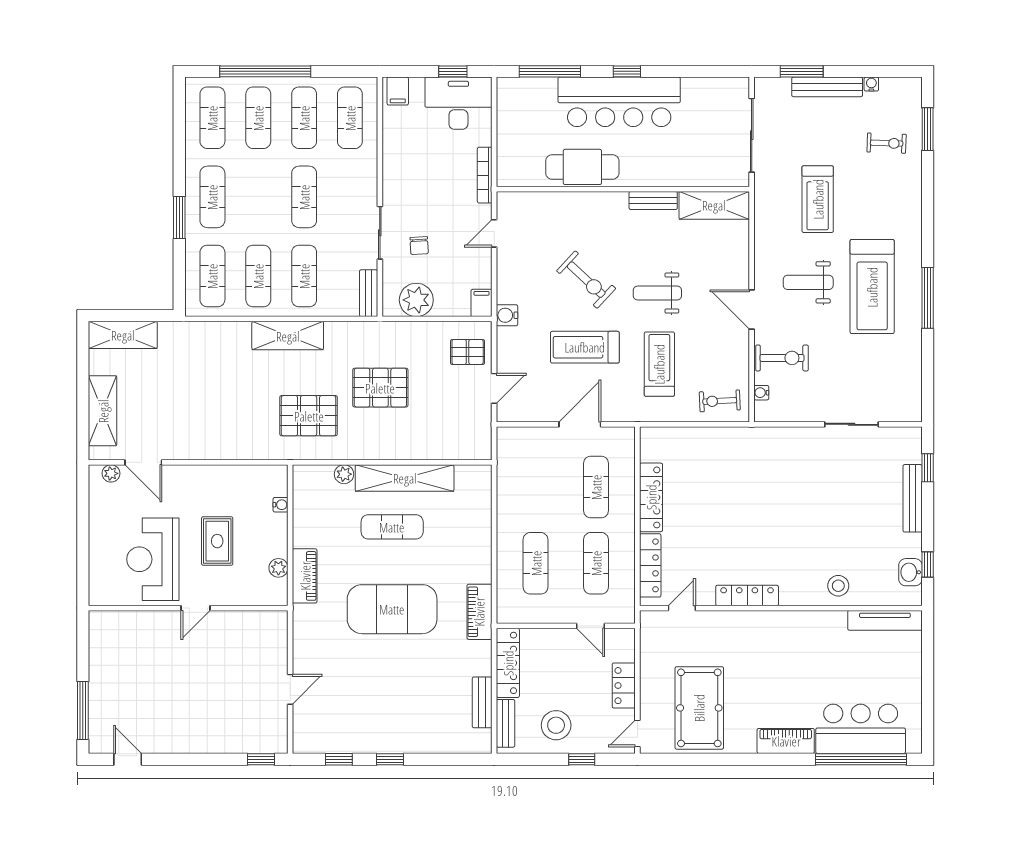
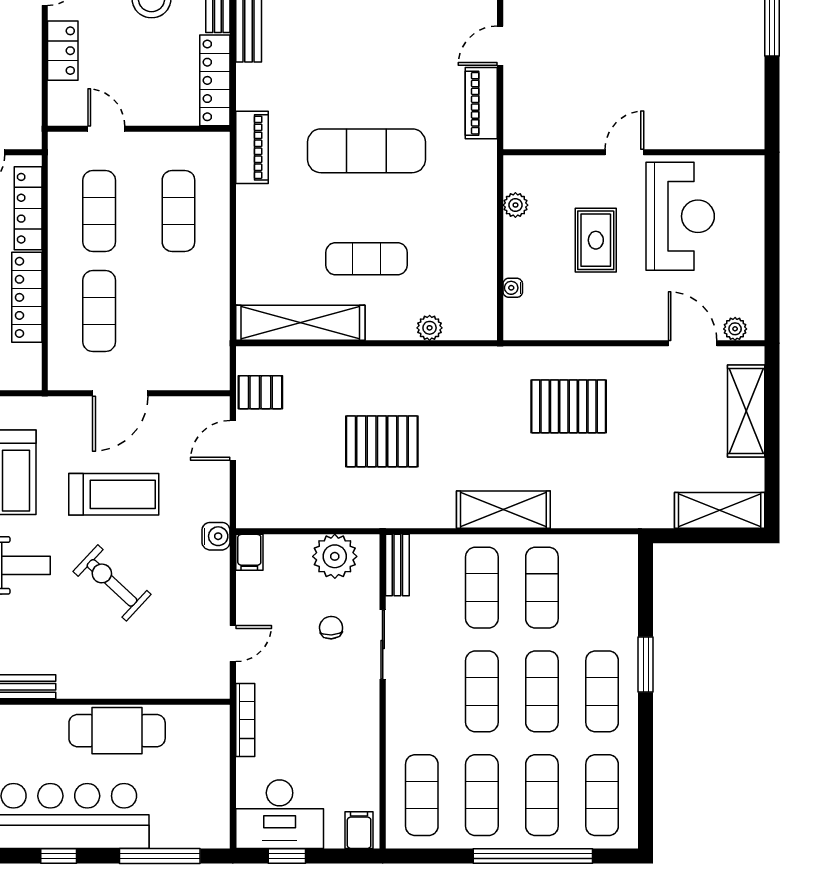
exercise mat: (212, 276) -> (542, 691), moved
pallet: (468, 352) -> (260, 392), moved
pallet: (309, 416) -> (569, 406), moved
shelving: (405, 478) -> (300, 323), moved
piano: (305, 576) -> (481, 103), moved
exercise mat: (392, 609) -> (366, 151), width x0.68

